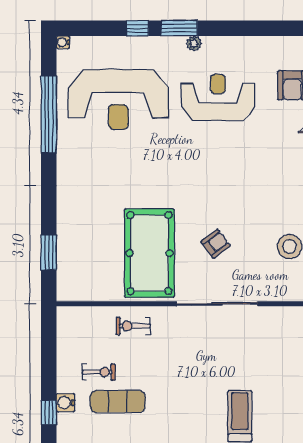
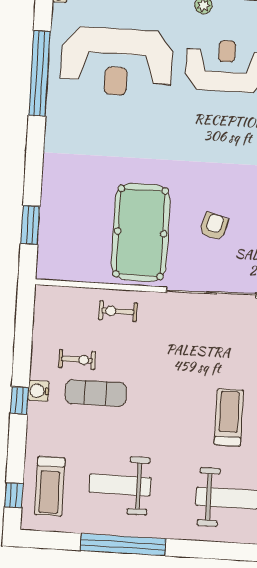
armchair: (216, 244) -> (214, 226), turned -37

